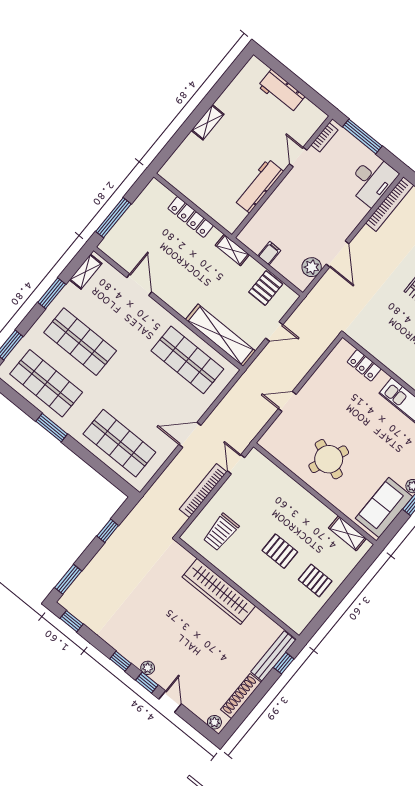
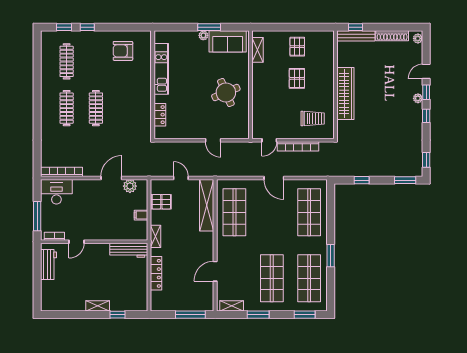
workbench: (281, 91) -> (48, 264), moved
window: (180, 136) -> (118, 315), added
workbench: (259, 186) -> (129, 250), moved
round table: (329, 459) -> (226, 92), turned 45

